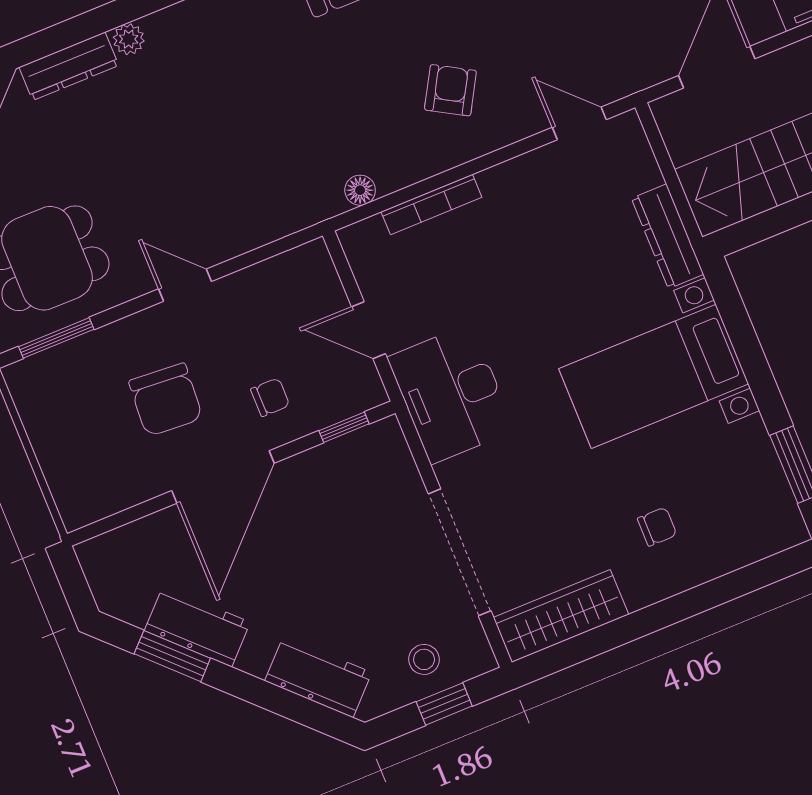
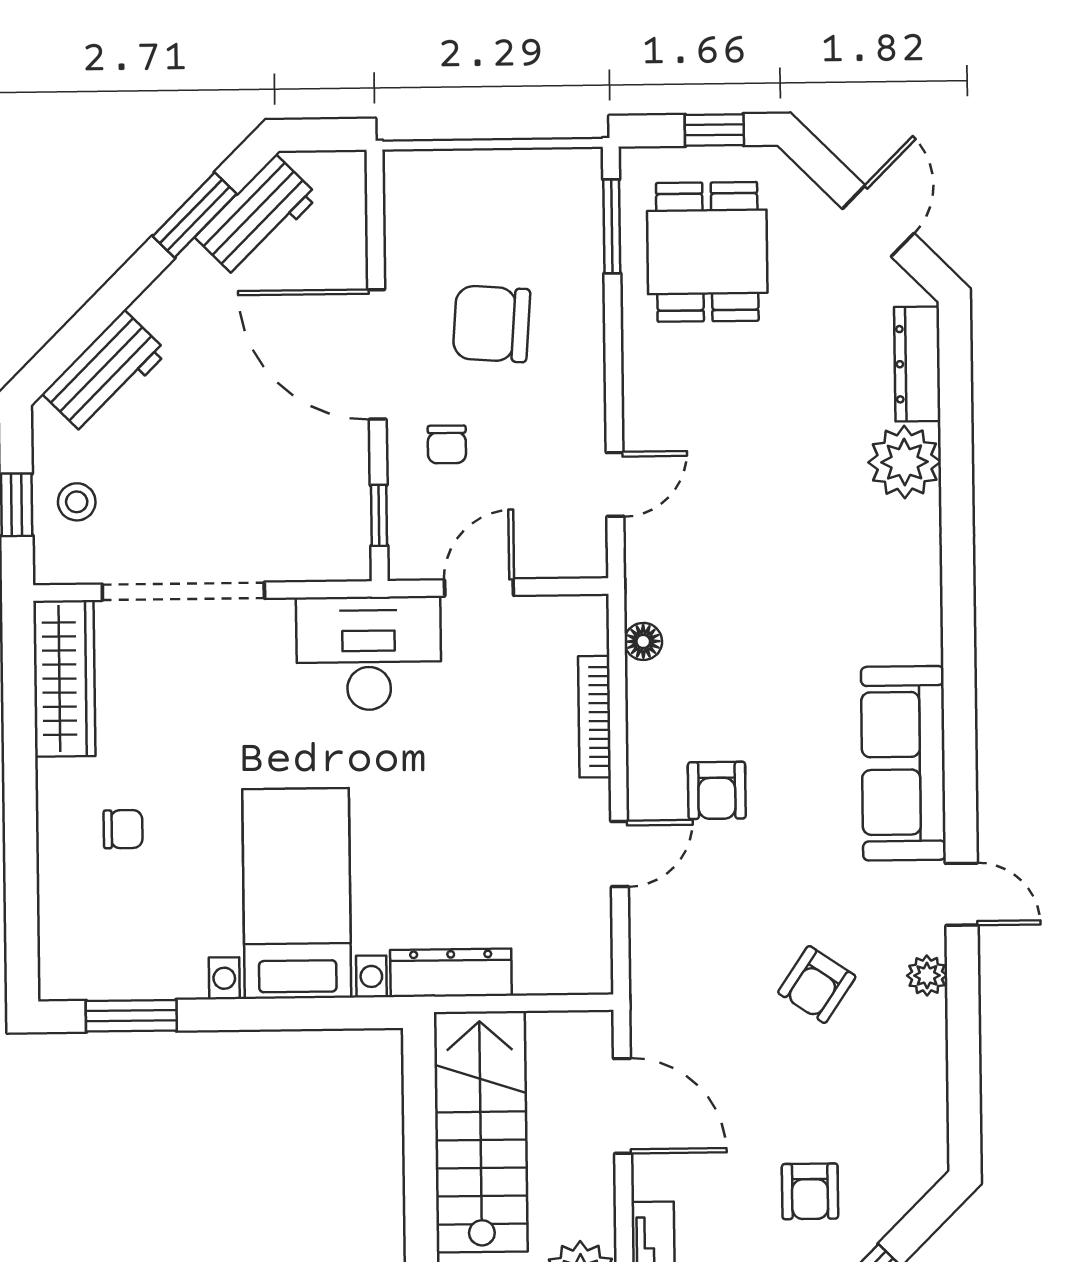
plant: (129, 39) -> (905, 462), width x1.88, depth x1.88
armchair: (450, 90) -> (717, 790), turned 60
door: (579, 123) -> (619, 854), moved
door: (185, 285) -> (615, 484), moved
chair: (657, 527) -> (123, 829), turned -90
workbench: (197, 626) -> (257, 217), moved

